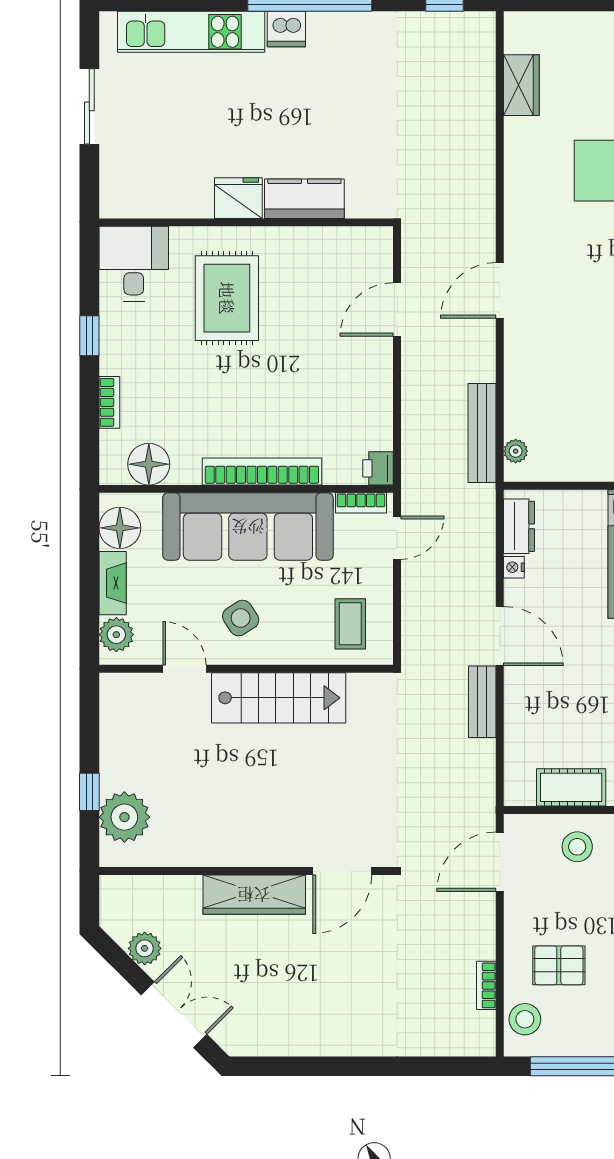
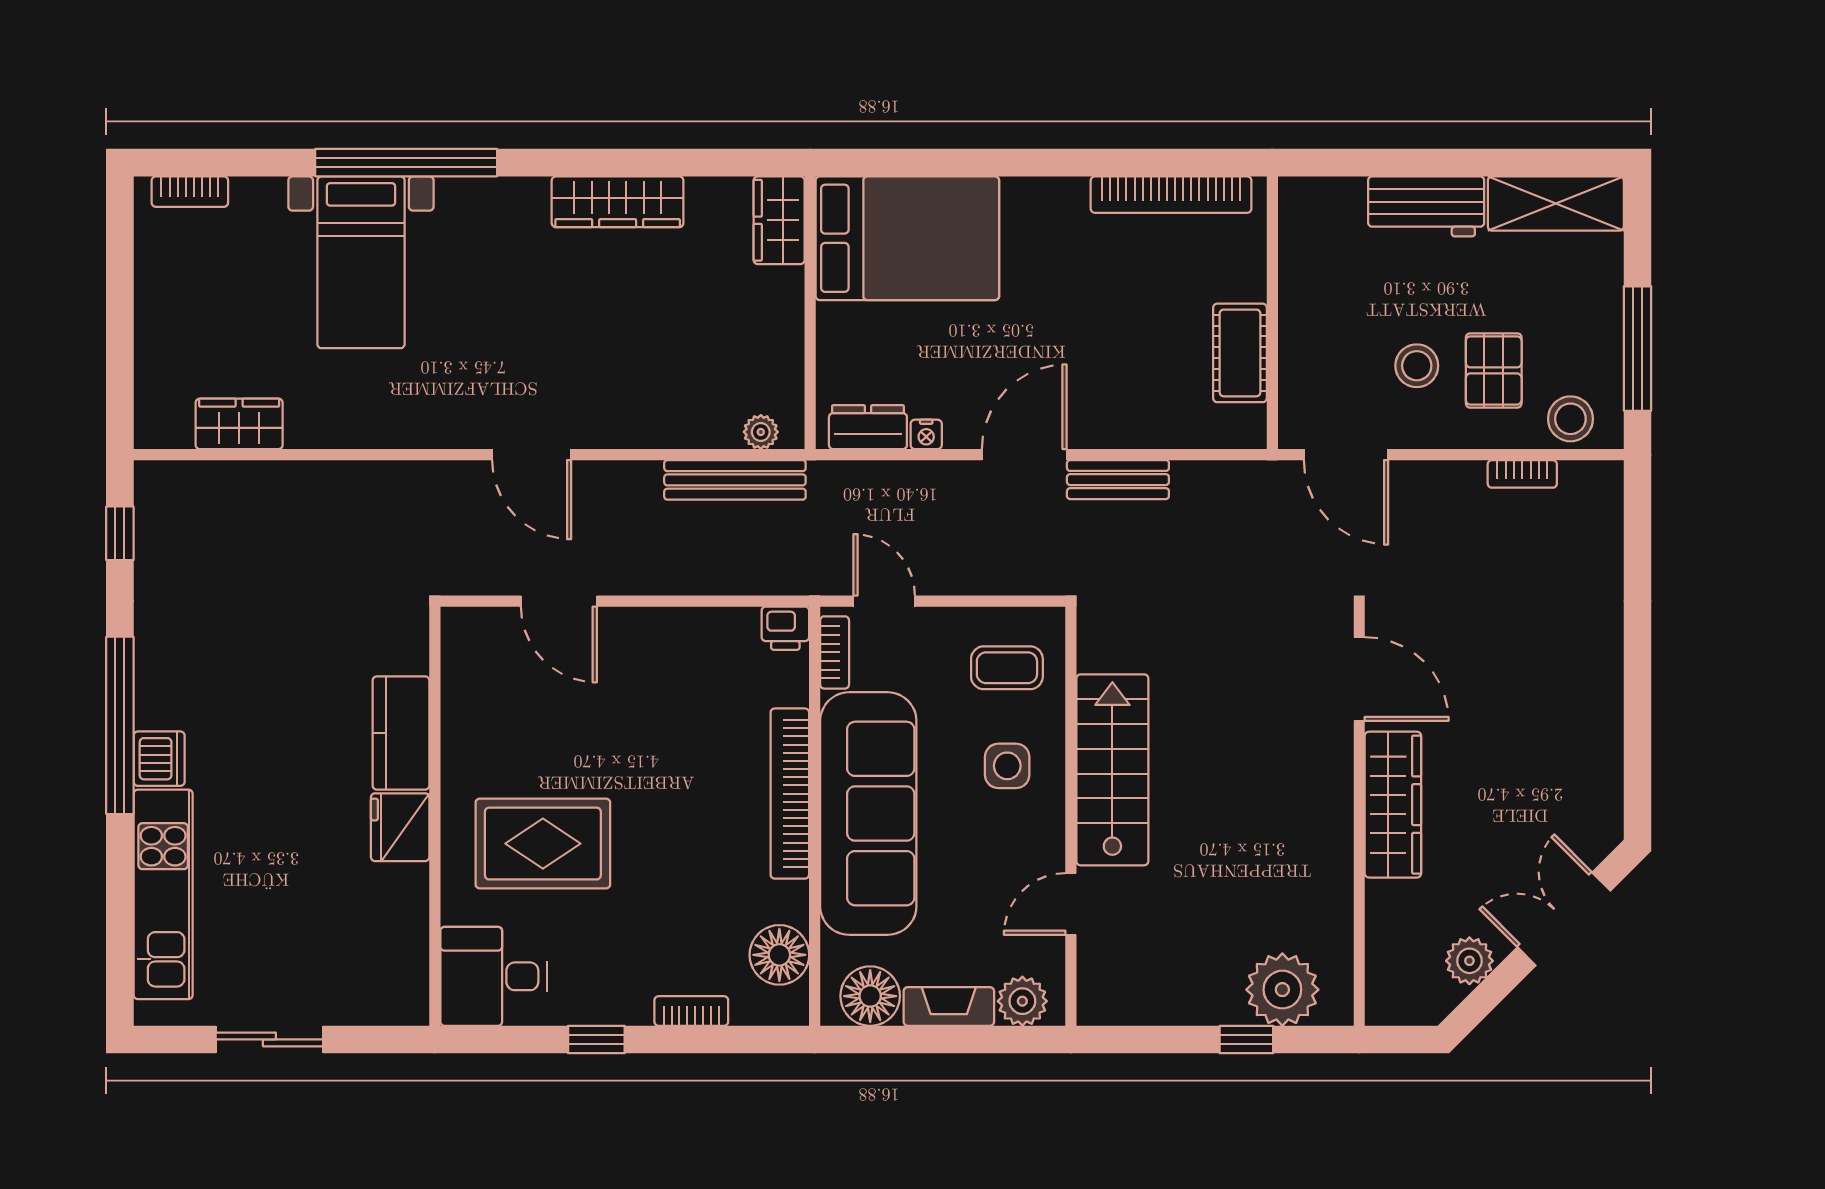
side table: (241, 618) -> (1007, 766), moved, turned 33
stool: (577, 847) -> (1417, 366), moved

